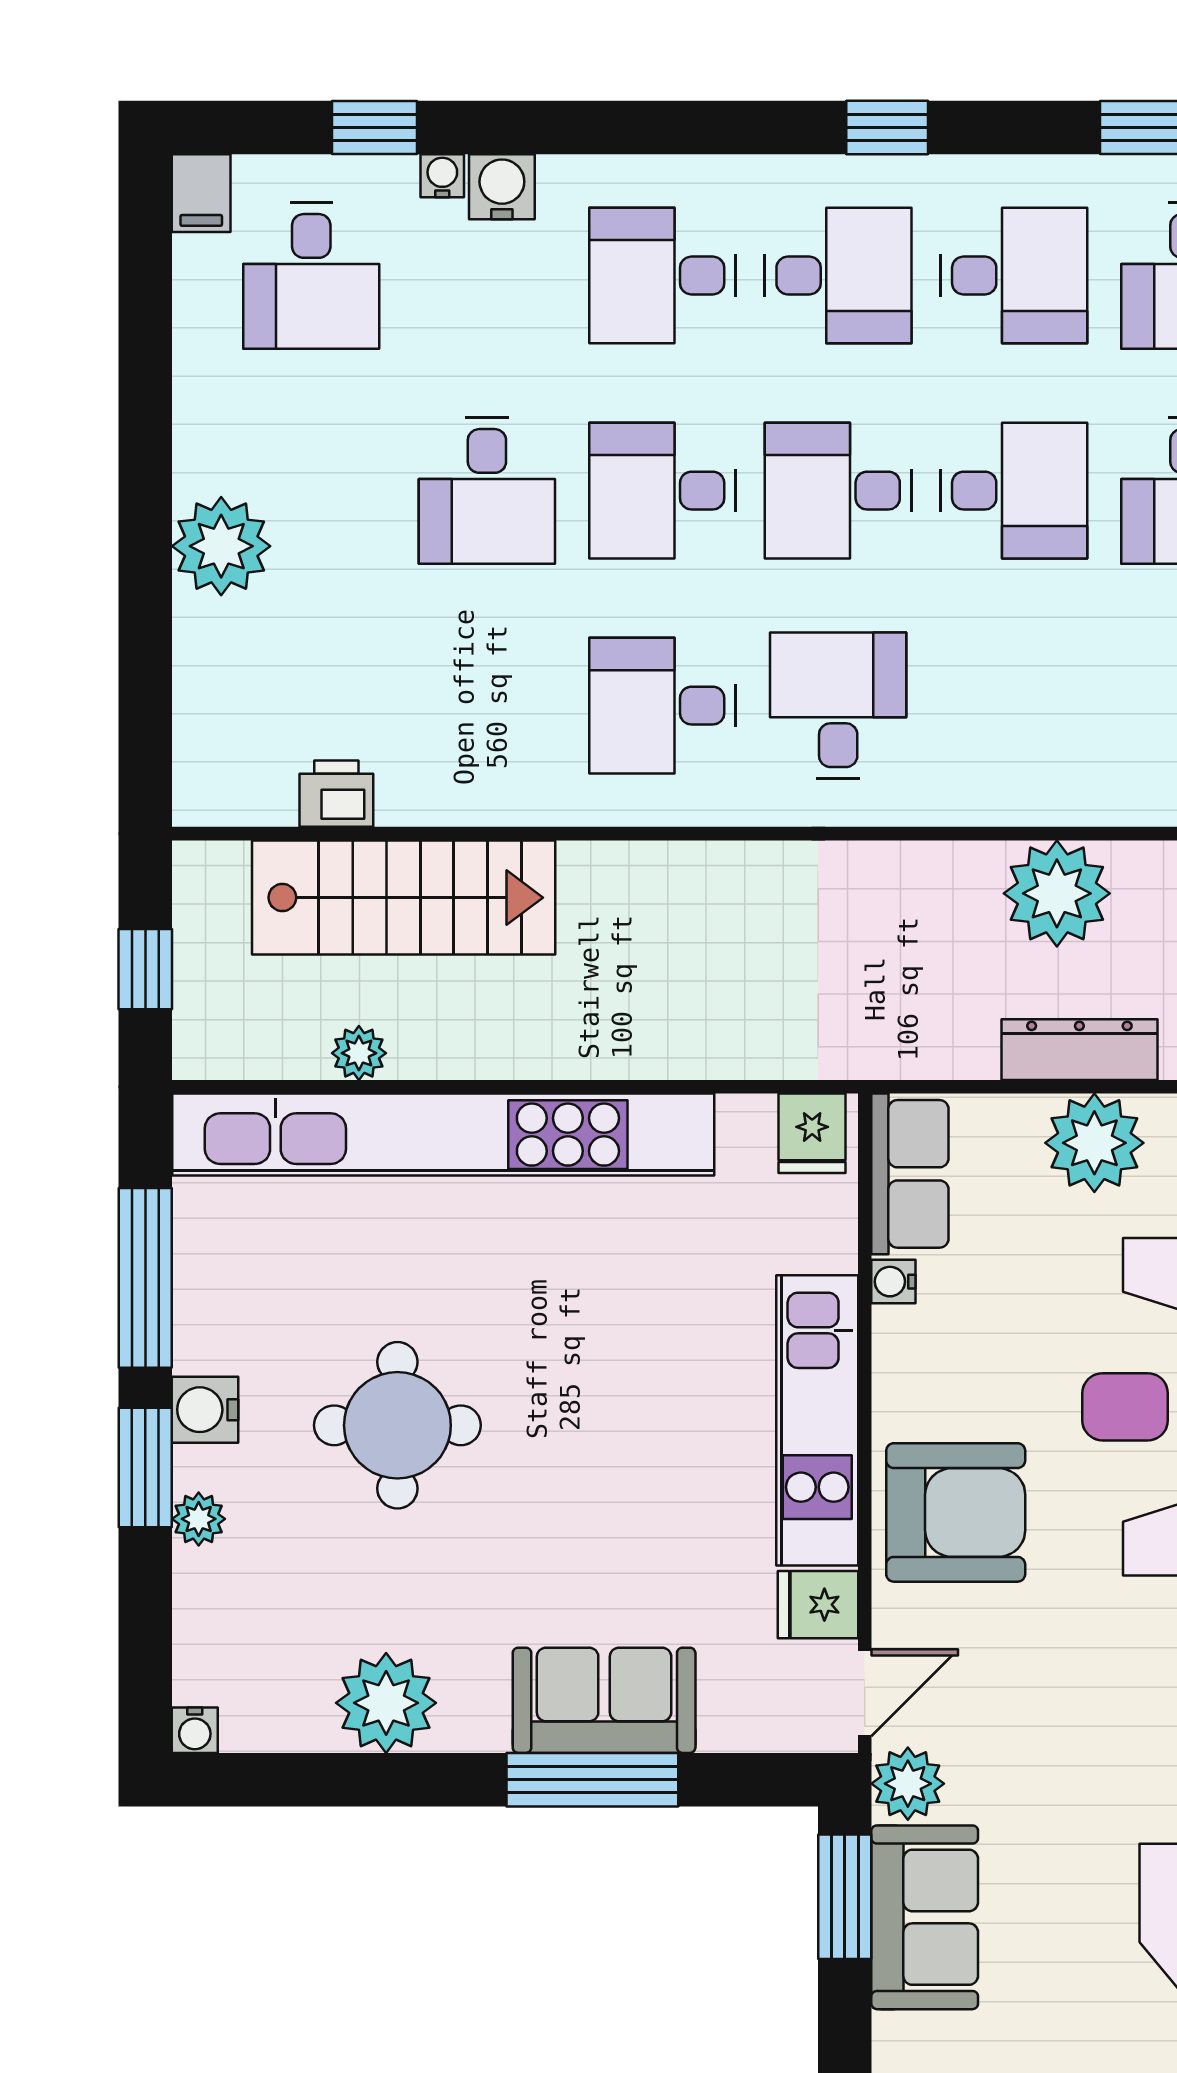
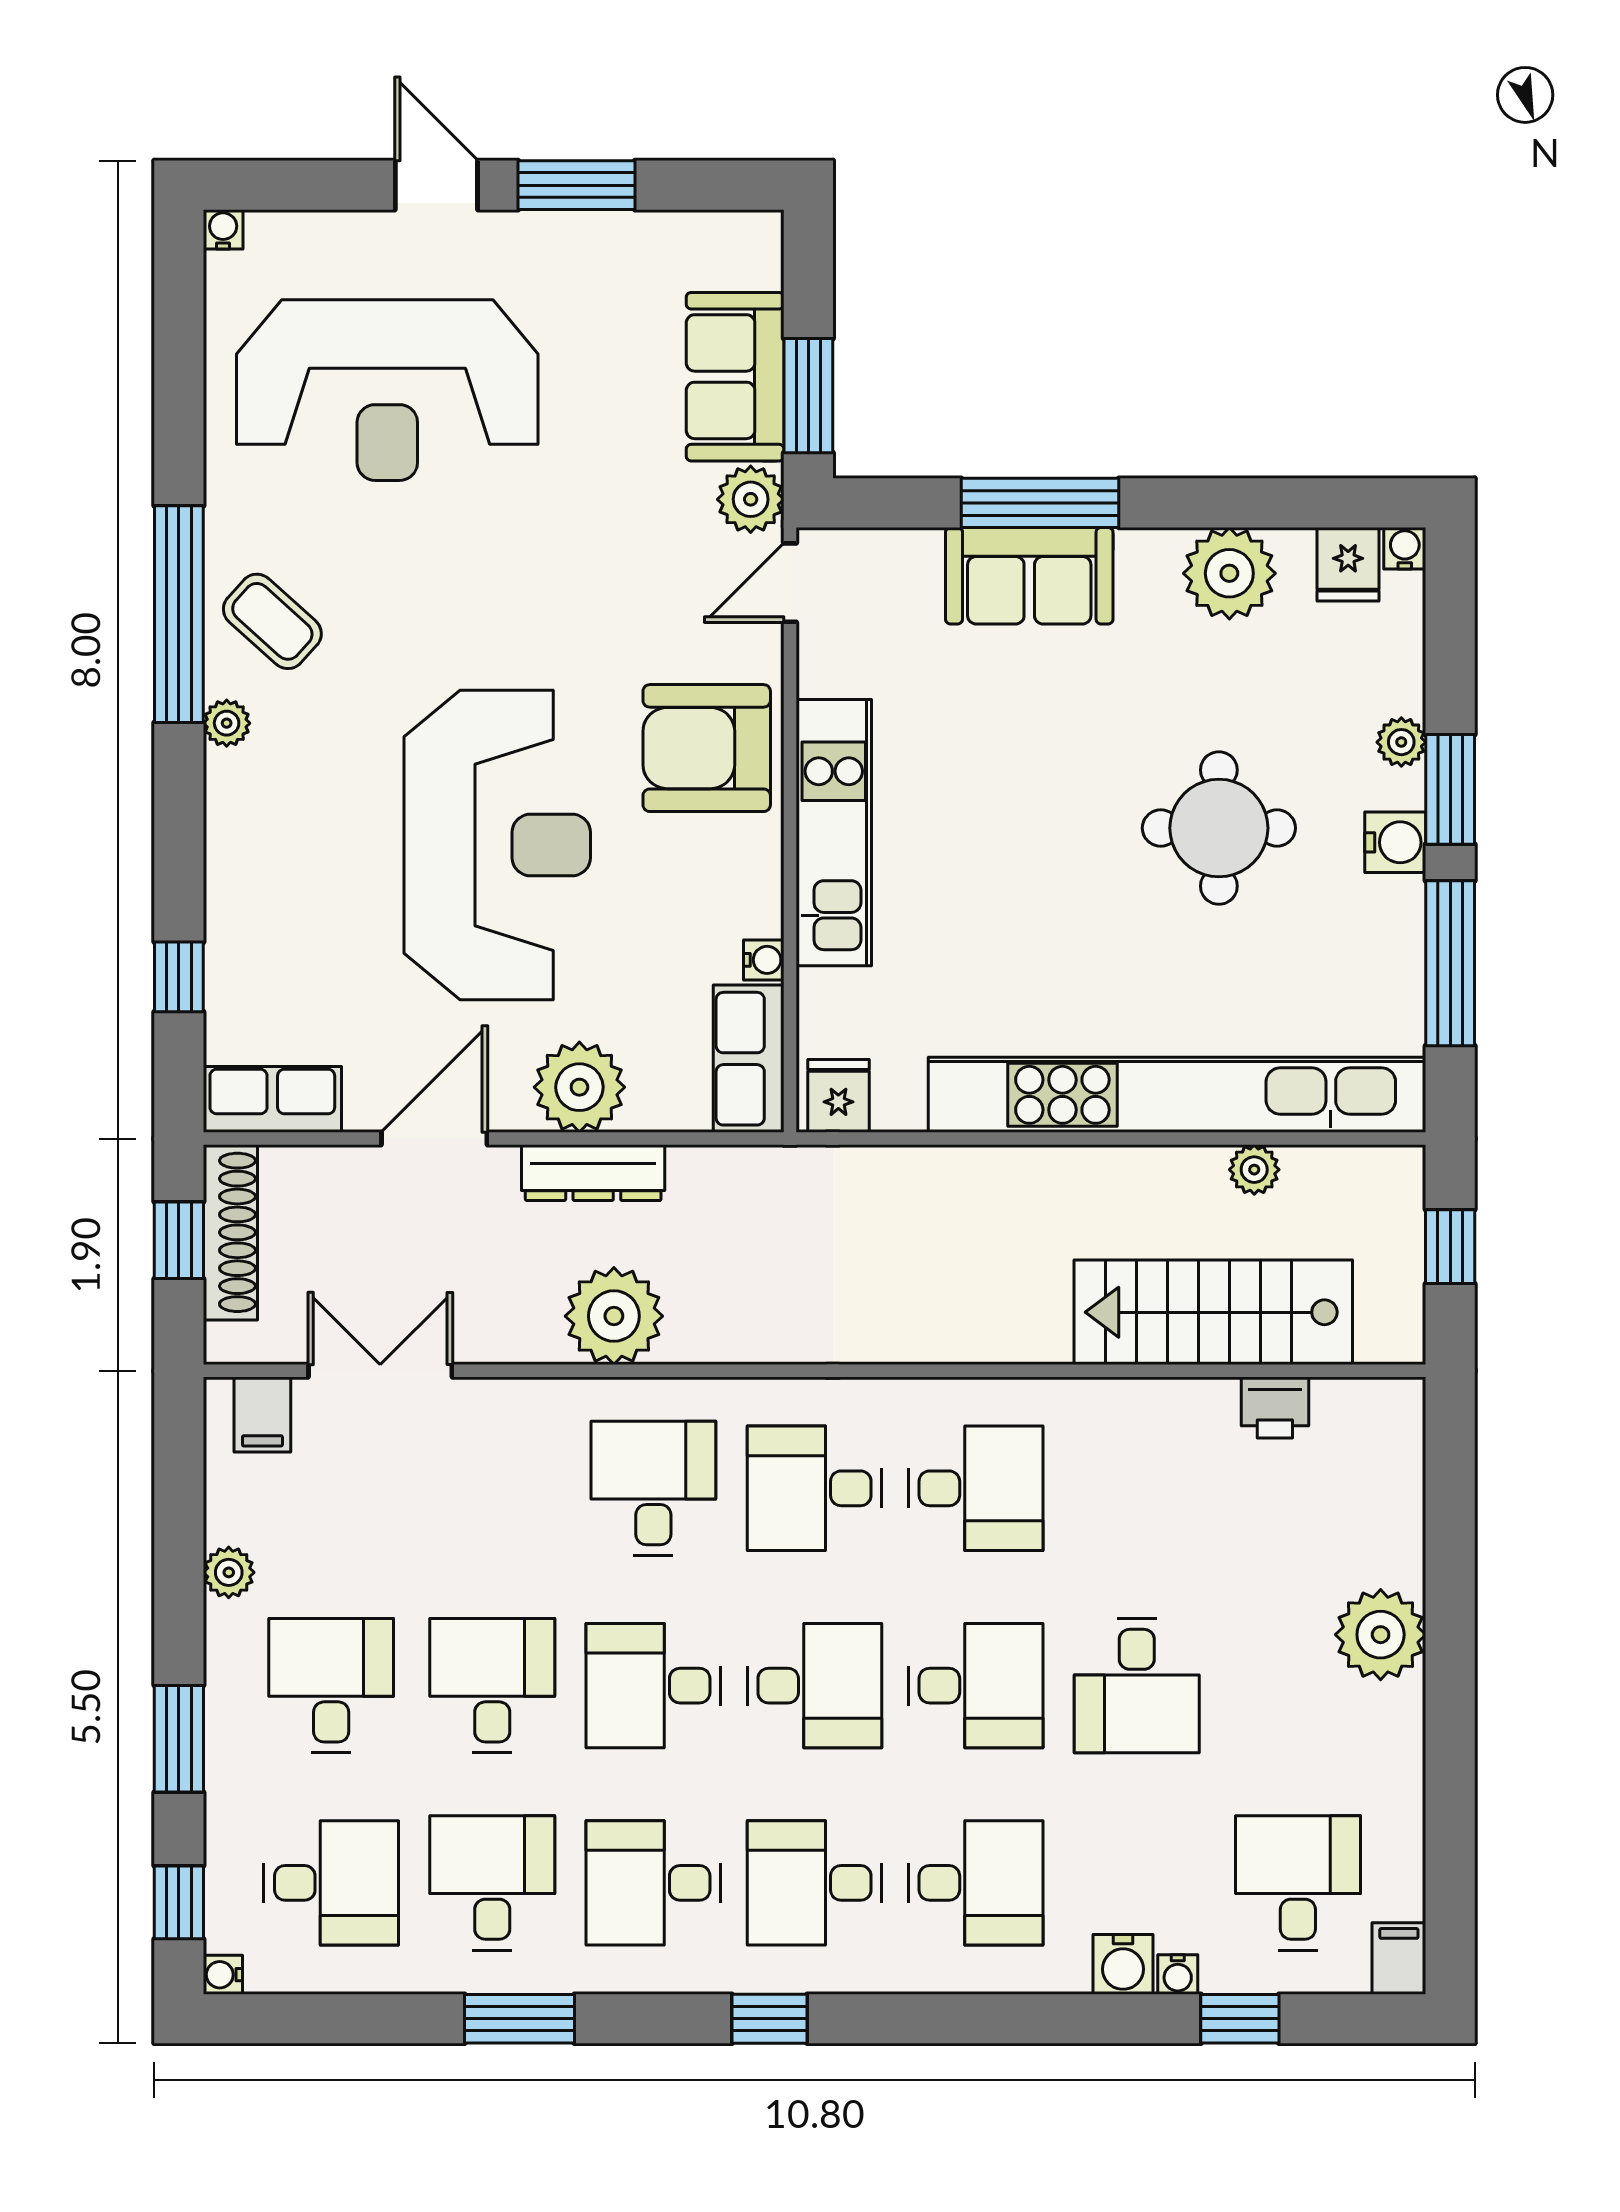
desk: (487, 491) -> (1137, 1686), turned 180
desk: (838, 706) -> (815, 1488), turned 90
desk: (1014, 706) -> (653, 1488), added
fridge: (818, 1605) -> (1348, 564), moved, turned 90

